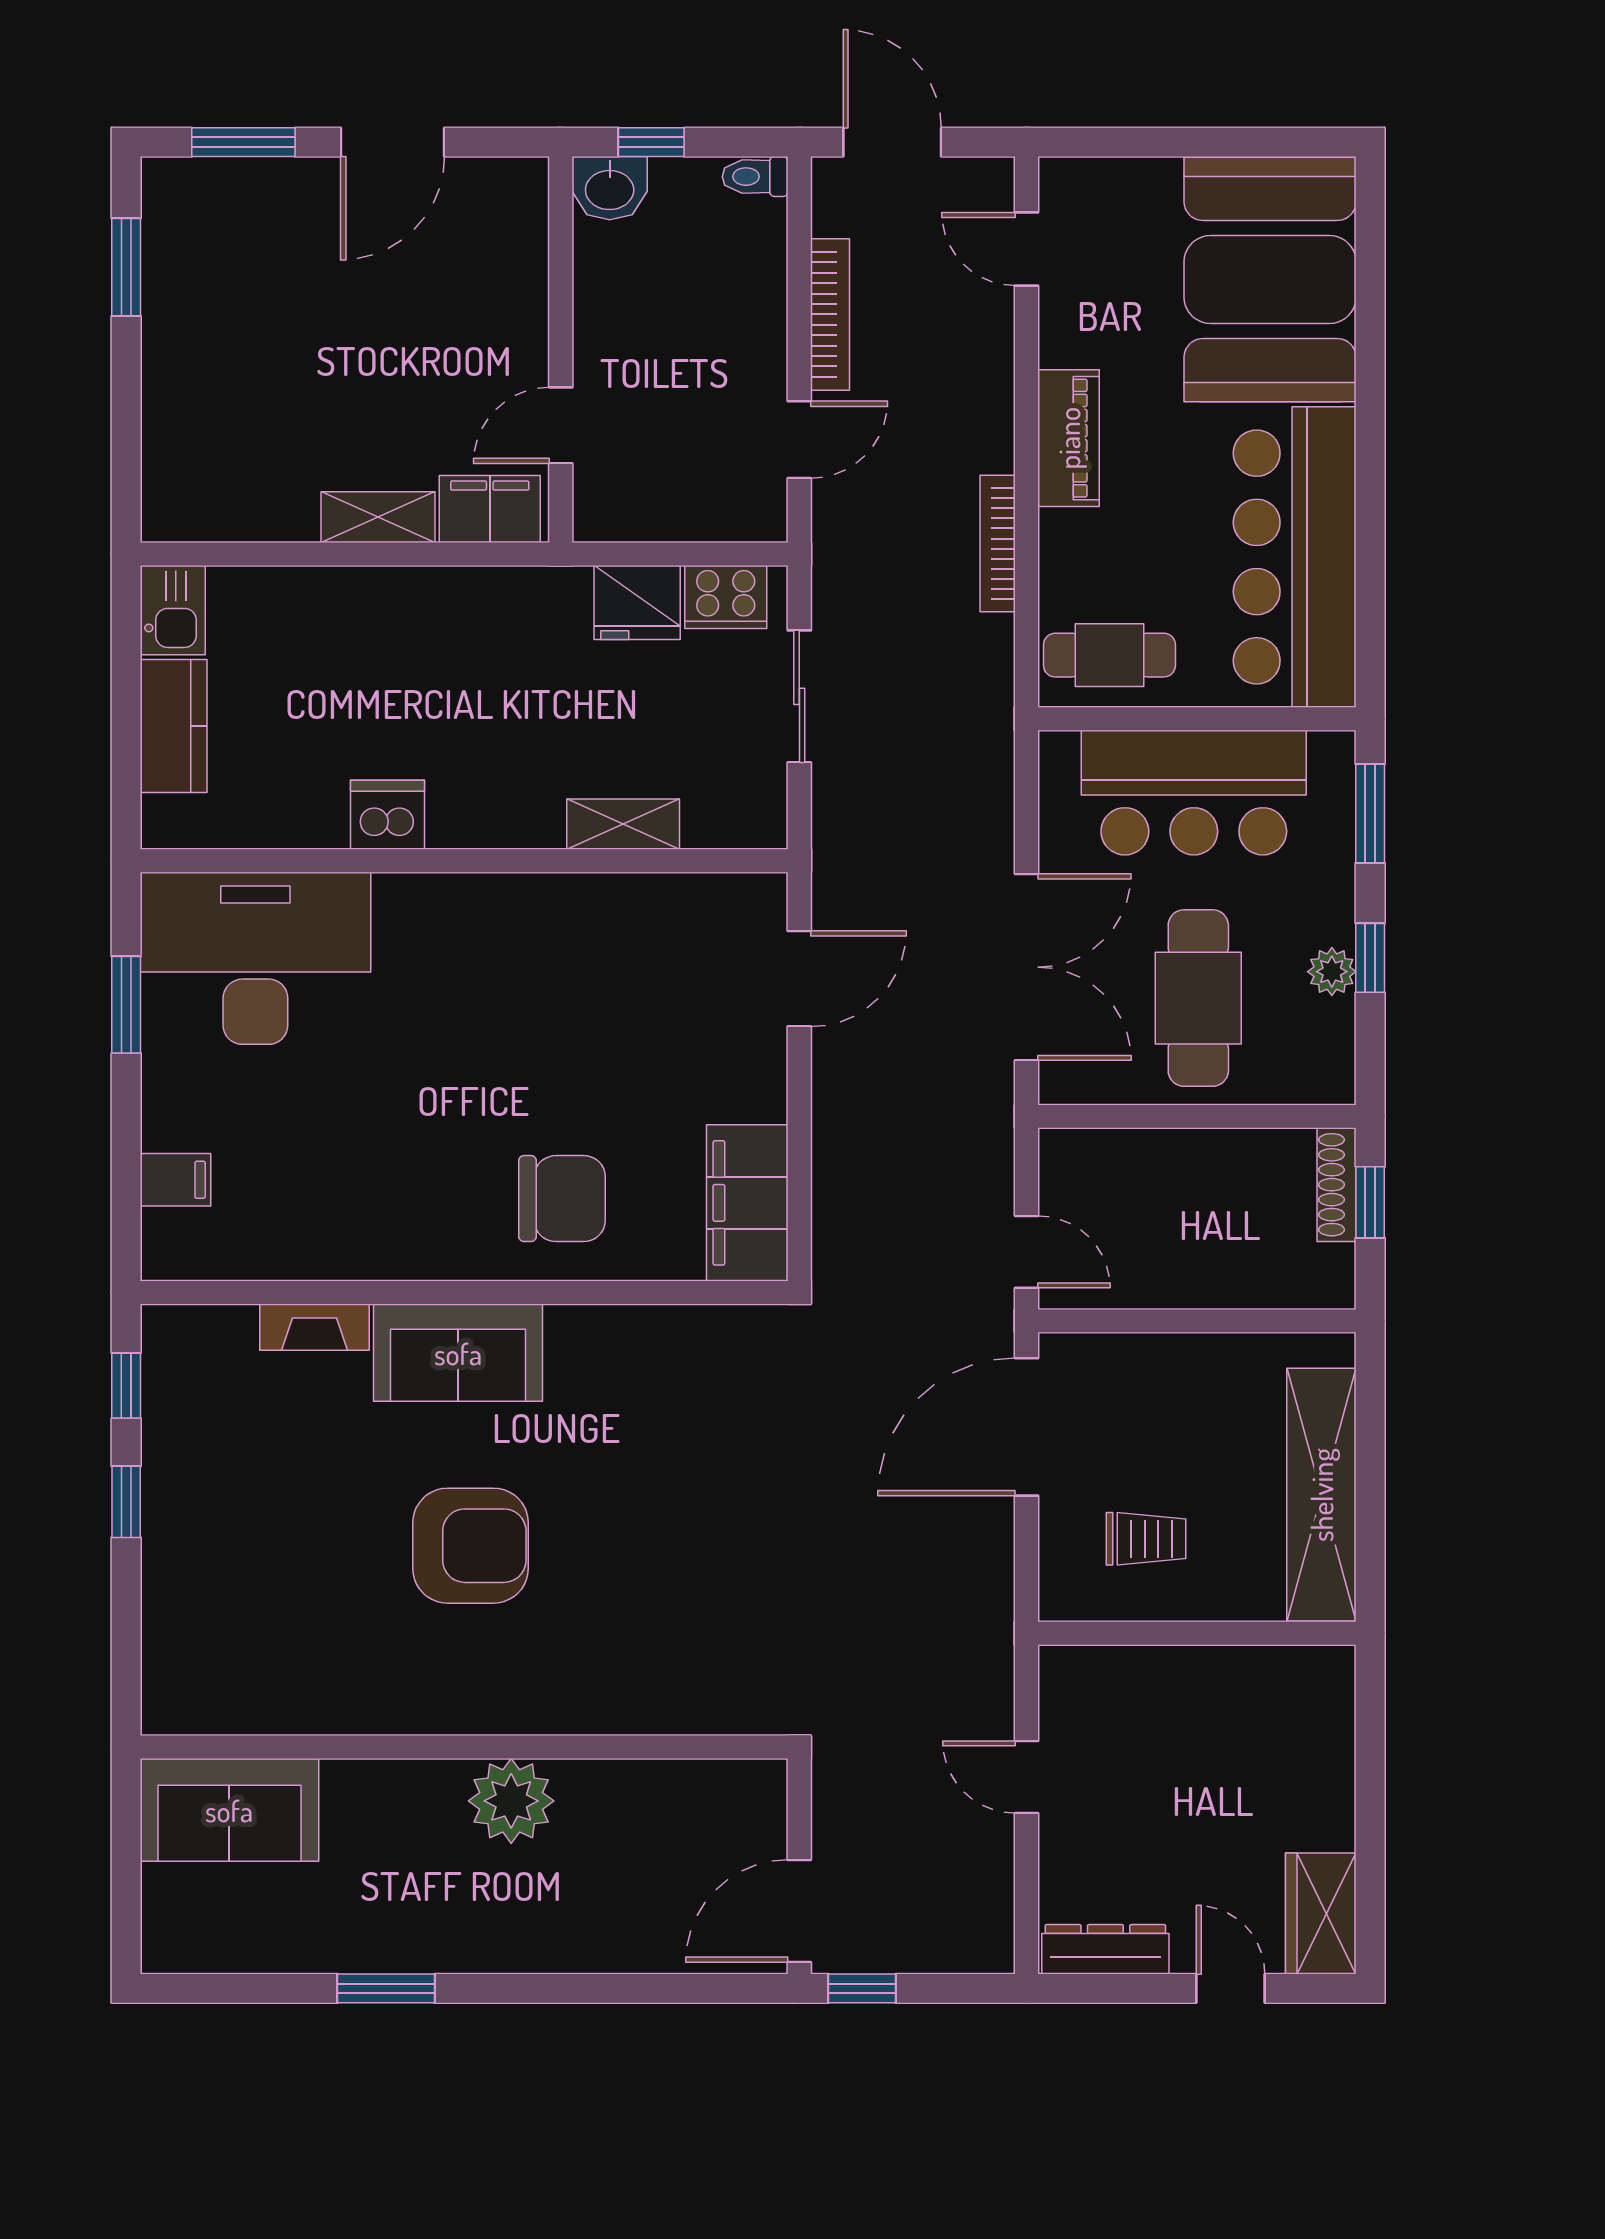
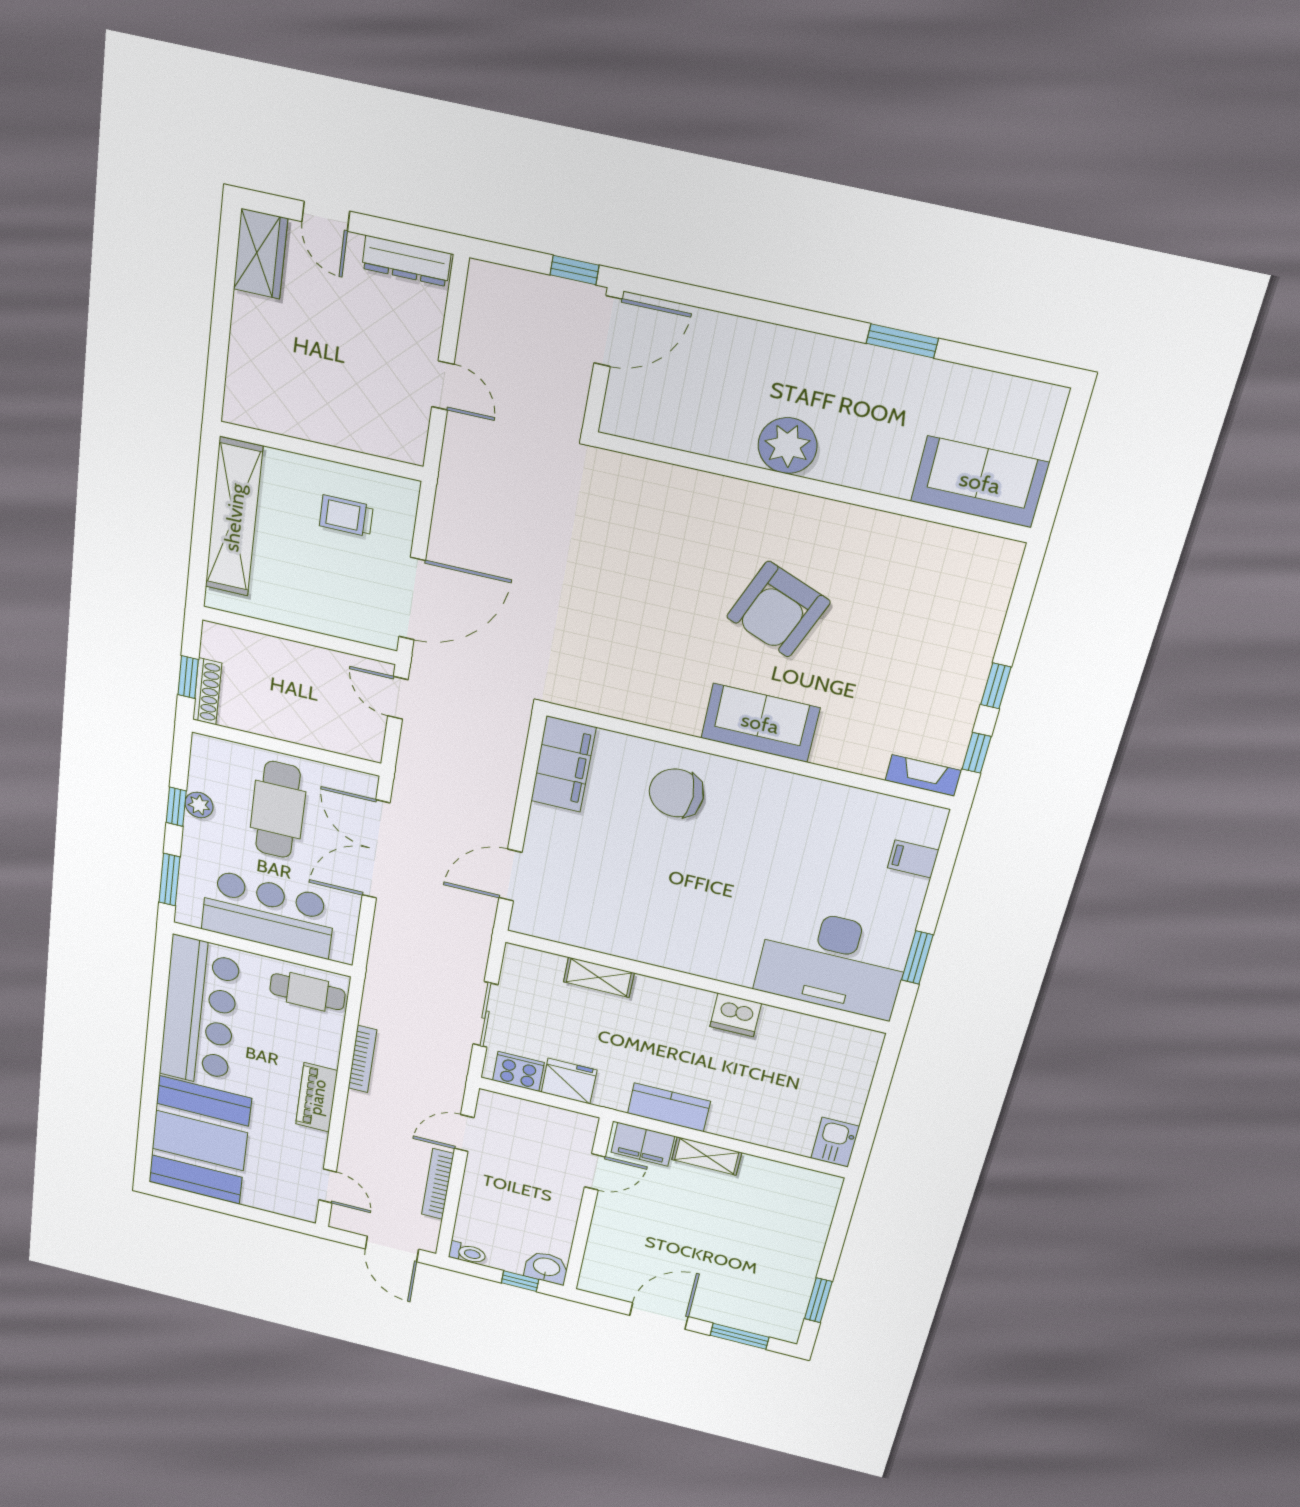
kitchen counter: (174, 726) -> (669, 1107), moved, turned 90
fireplace: (314, 1327) -> (923, 776), moved
armchair: (471, 1546) -> (778, 609), turned -68

